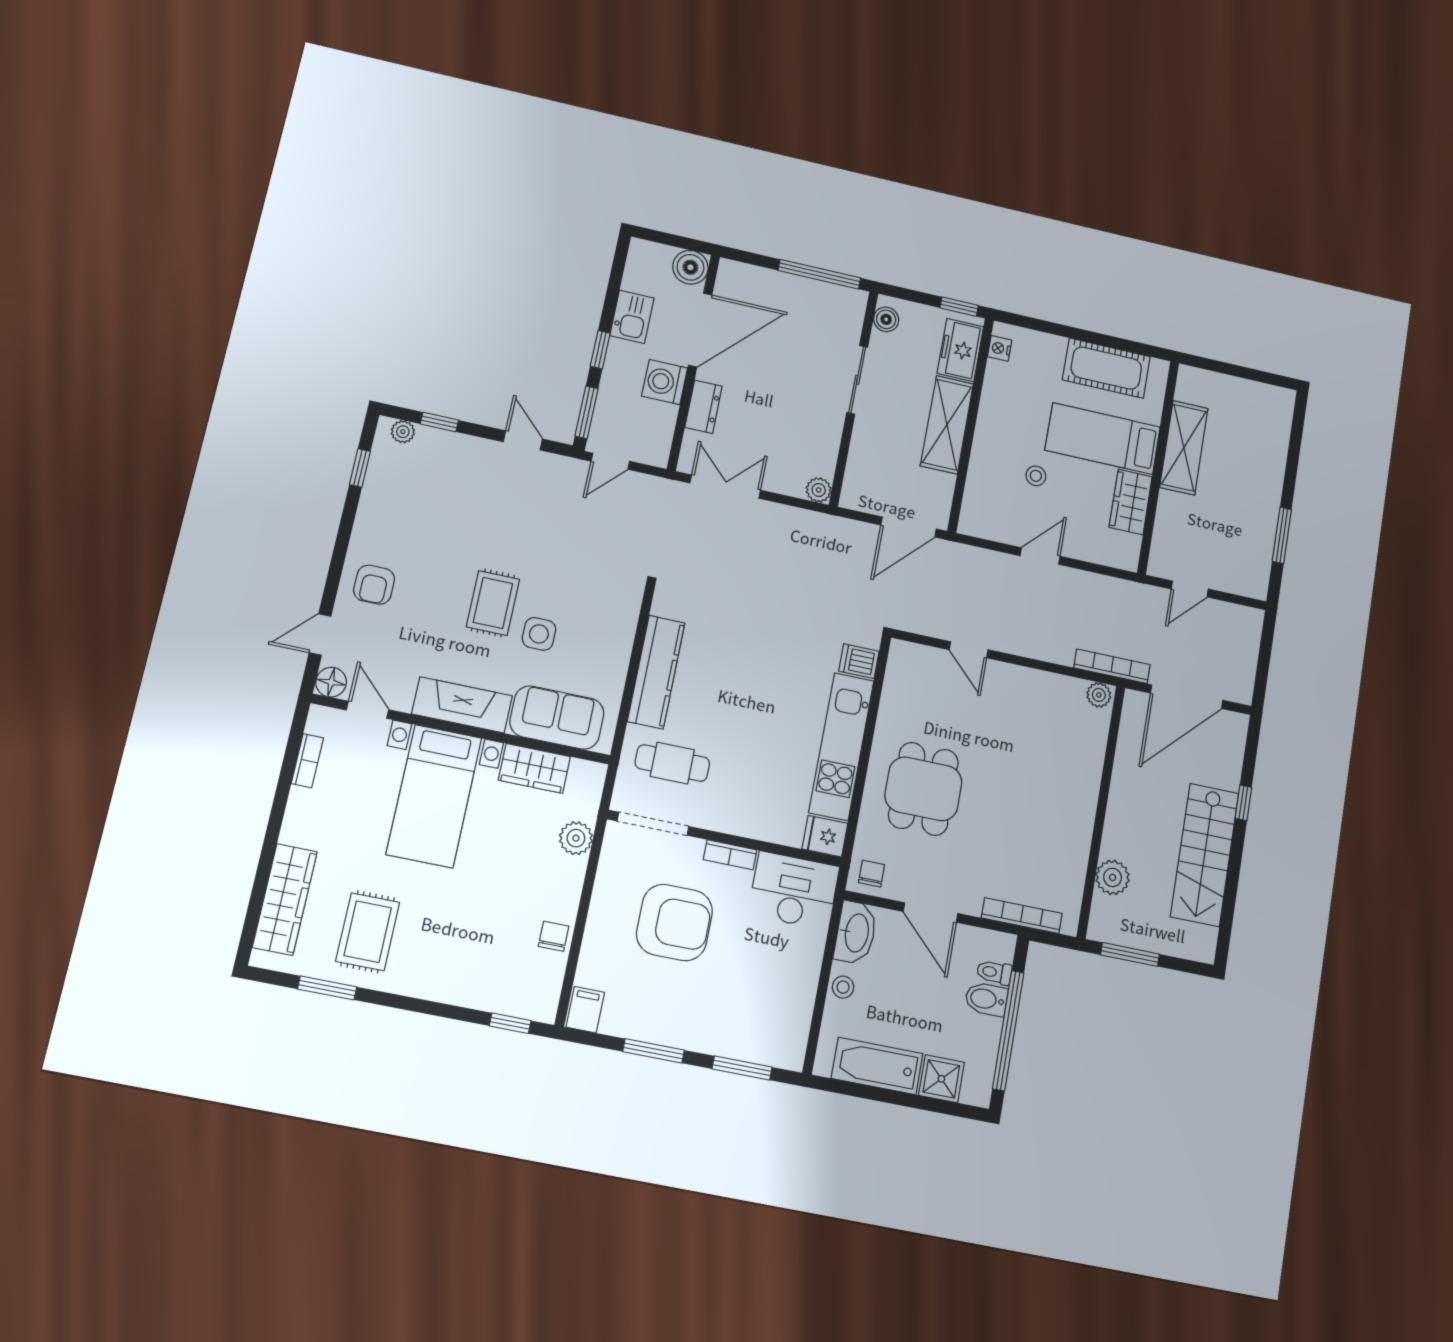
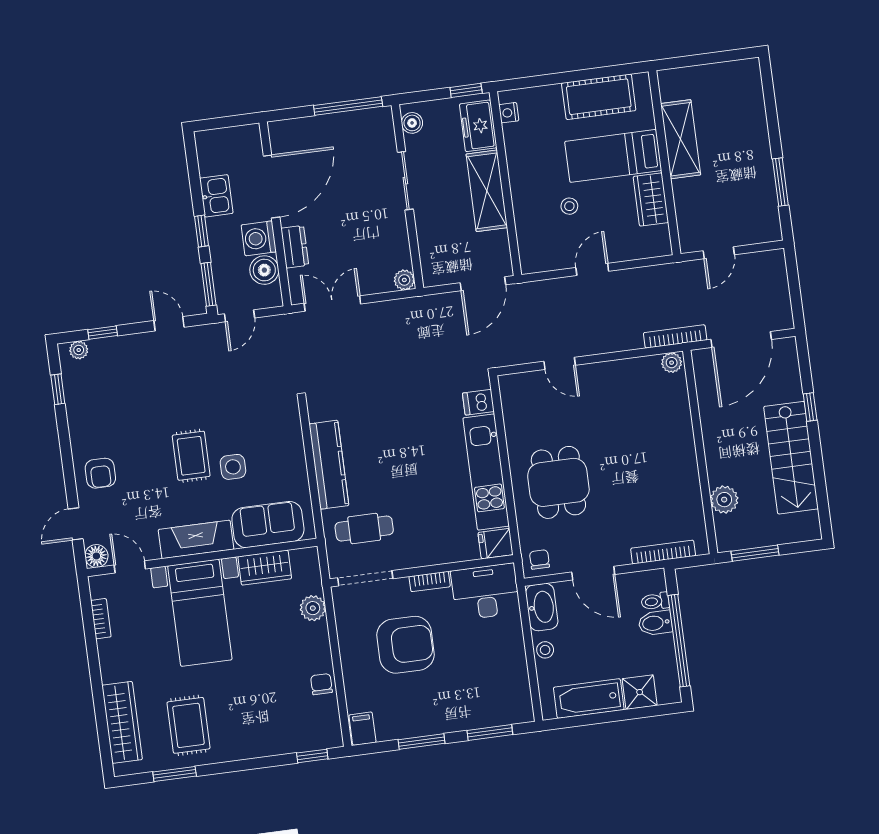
boiler: (690, 267) -> (264, 270), moved

